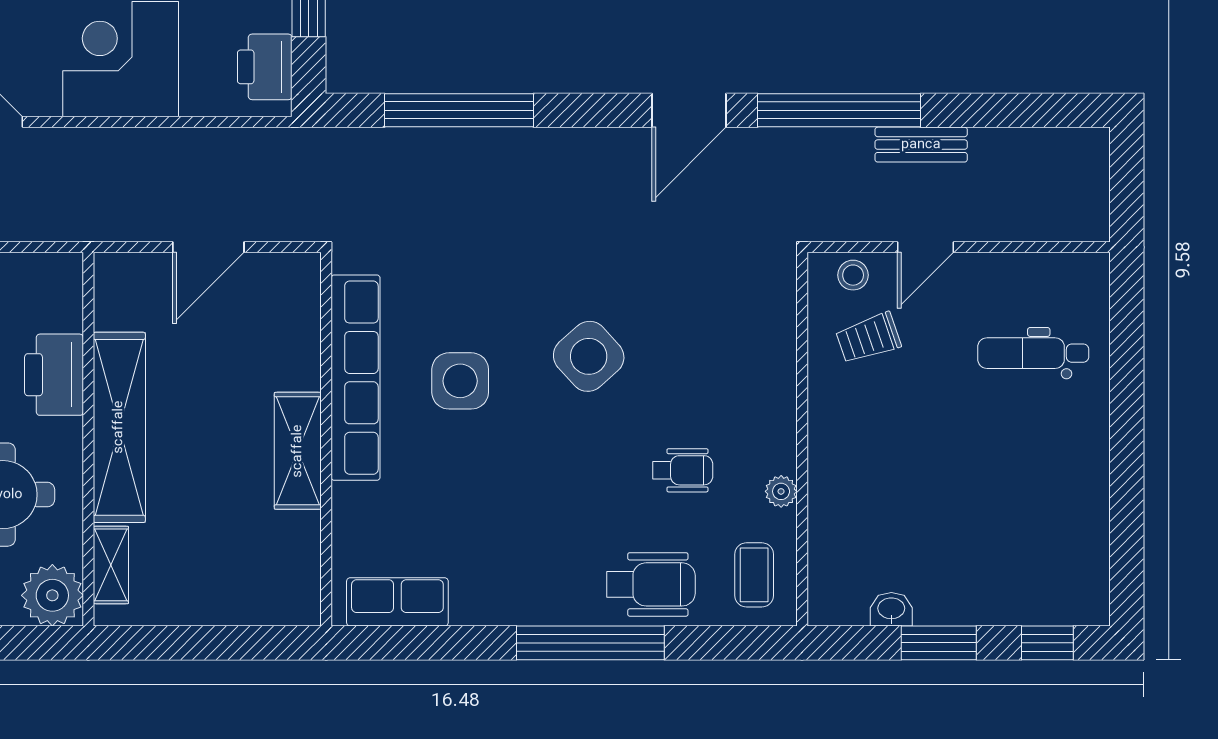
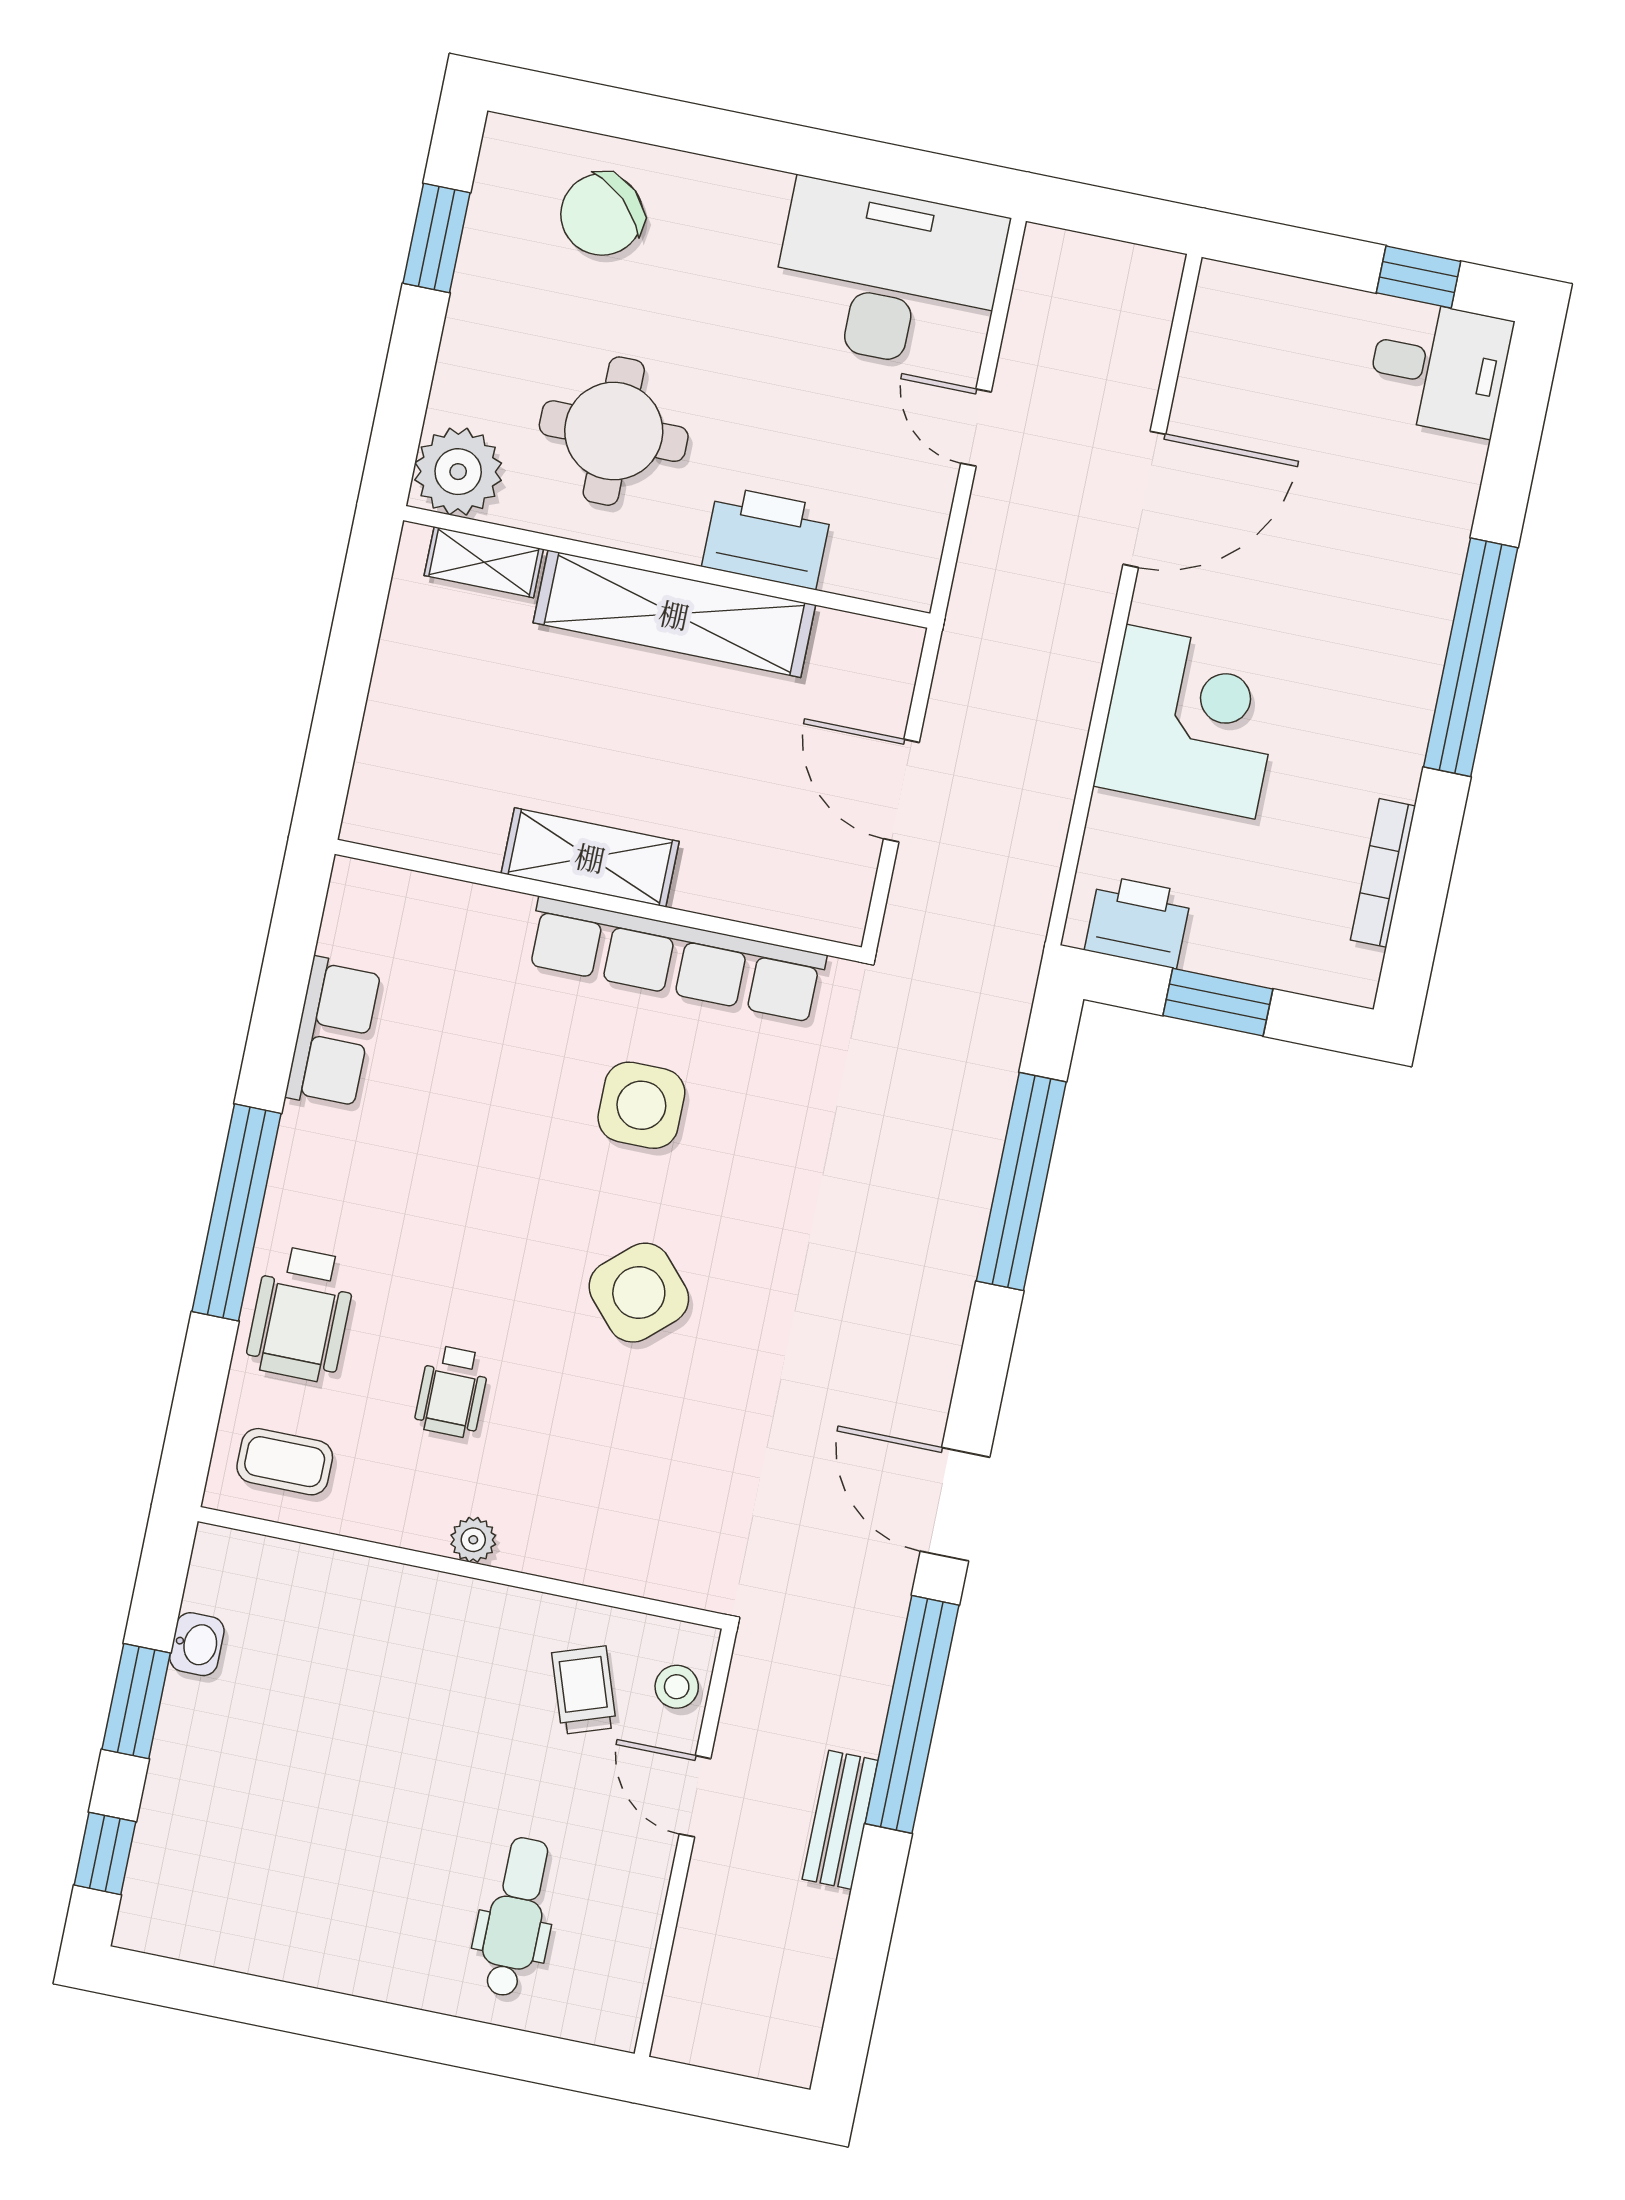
plant: (781, 491) -> (473, 1540), moved
row of seats: (397, 602) -> (333, 1033), moved

